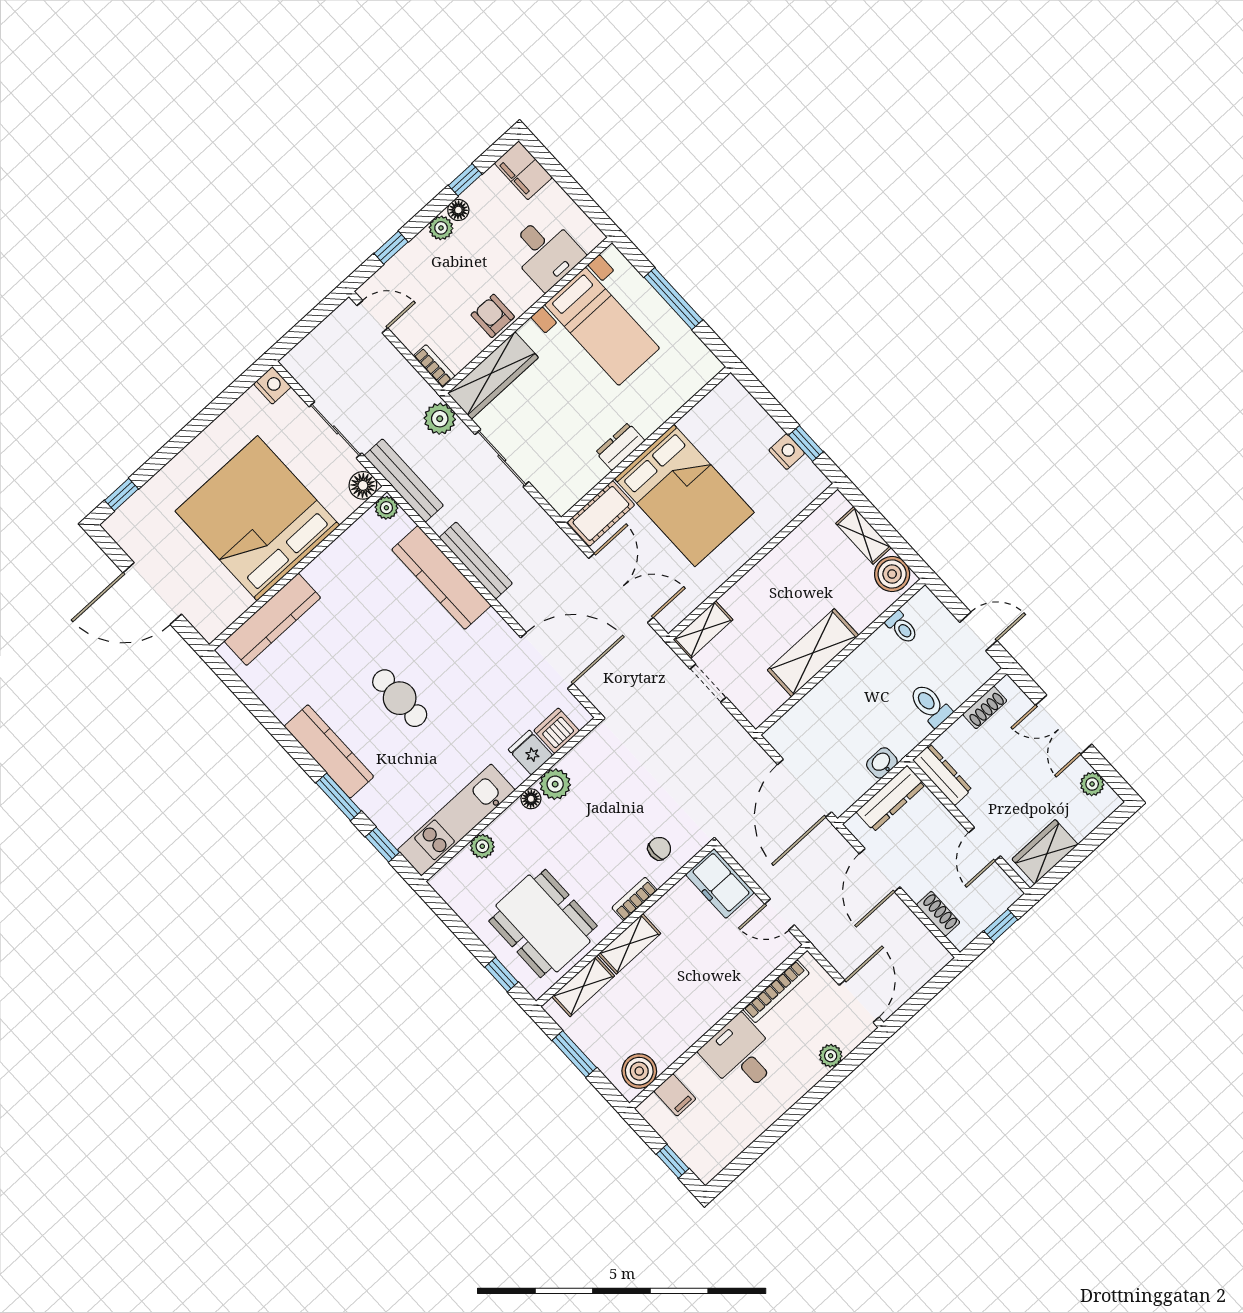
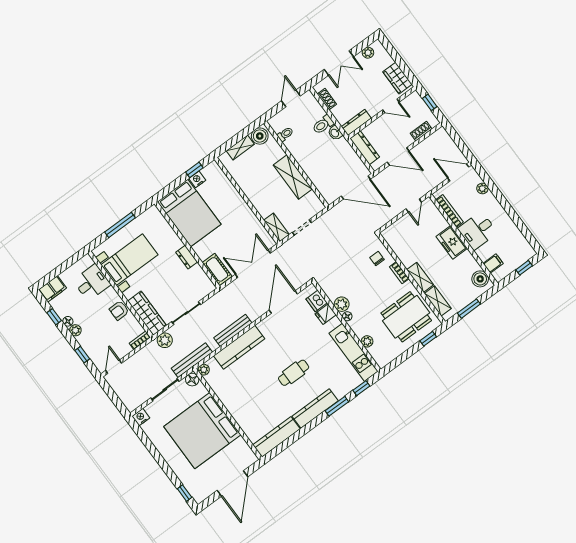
bed: (684, 495) -> (189, 213), moved, turned 90
kitchen counter: (272, 619) -> (276, 437), moved, turned -90
washbasin: (882, 763) -> (335, 133), moved
freezer: (720, 883) -> (452, 242), moved, turned 90

